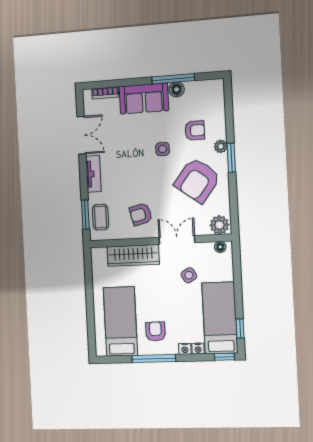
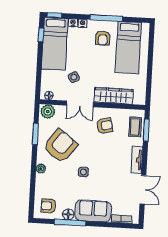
armchair: (195, 131) -> (48, 206), moved
double door: (81, 135) -> (143, 190), swing flipped
window: (231, 158) -> (35, 134), moved

